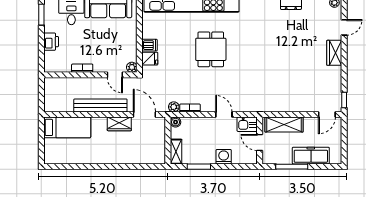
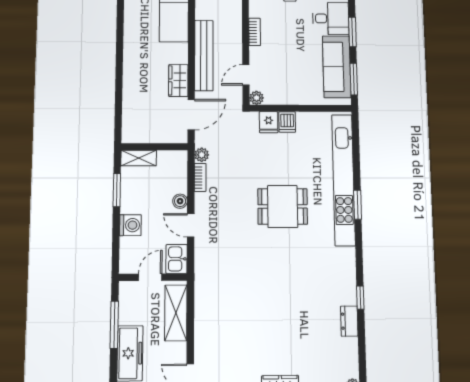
door: (224, 114) -> (191, 225), swing flipped
boiler: (176, 122) -> (180, 201), moved

